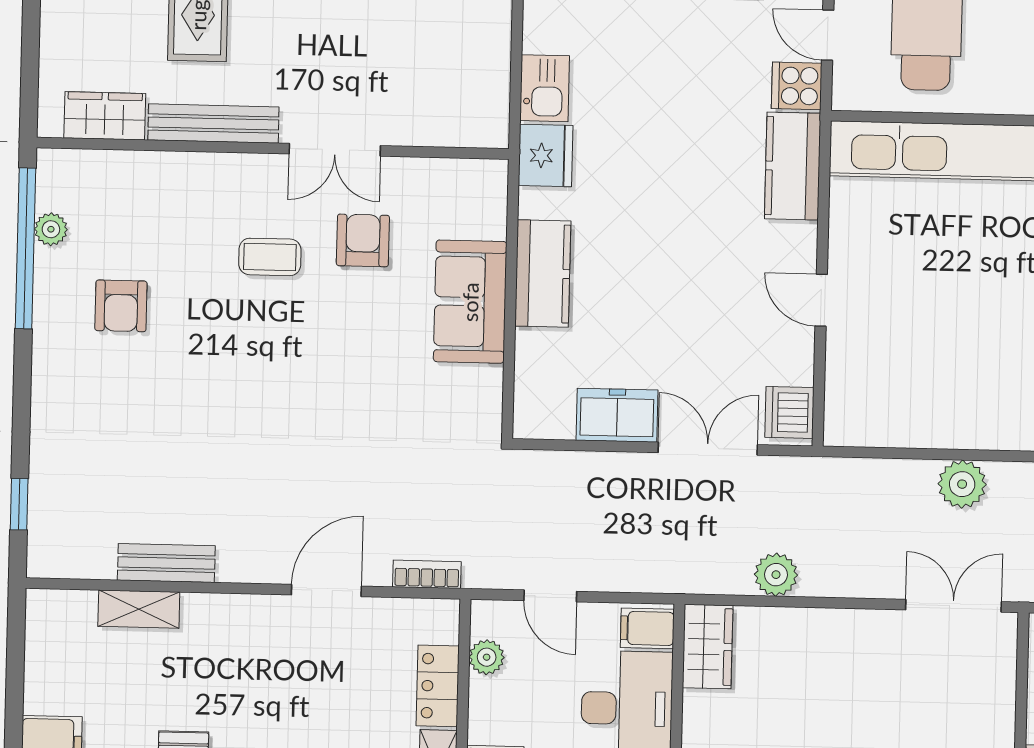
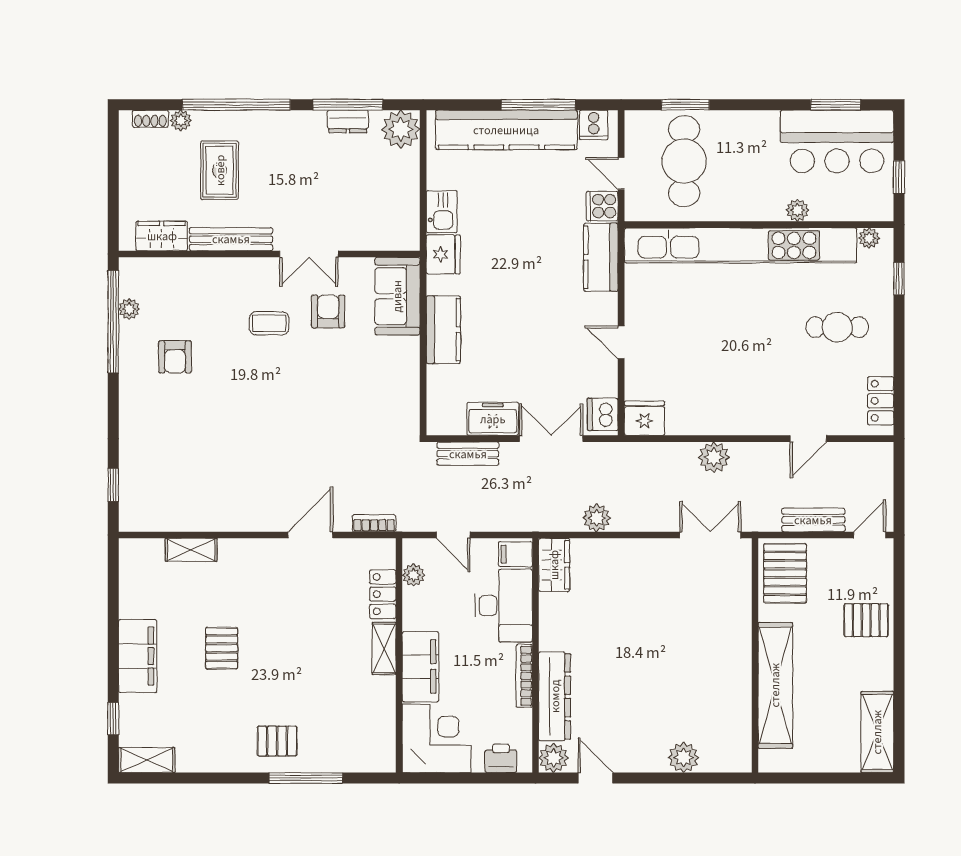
sofa: (470, 302) -> (397, 296), moved
fridge: (855, 420) -> (644, 418), added
bench: (166, 563) -> (468, 454), moved

